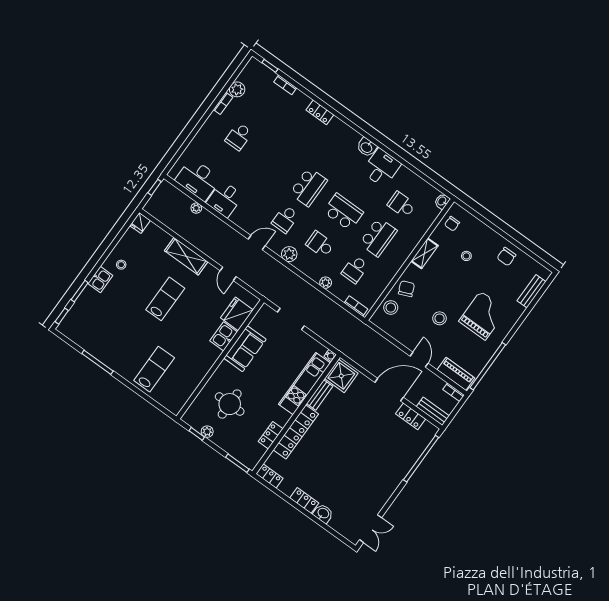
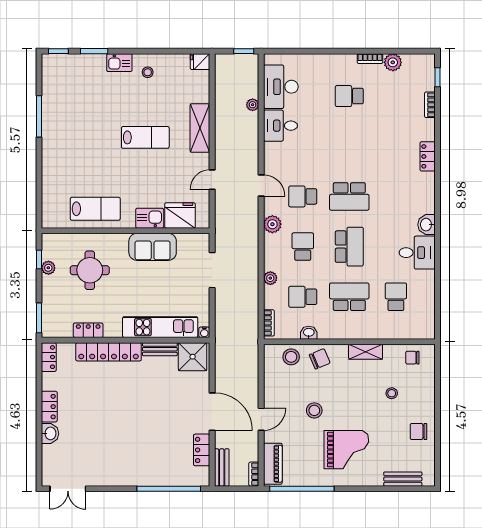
washbasin: (442, 201) -> (309, 333), moved
school desk: (378, 237) -> (349, 297), turned 180
lab bench: (154, 369) -> (95, 209), moved

